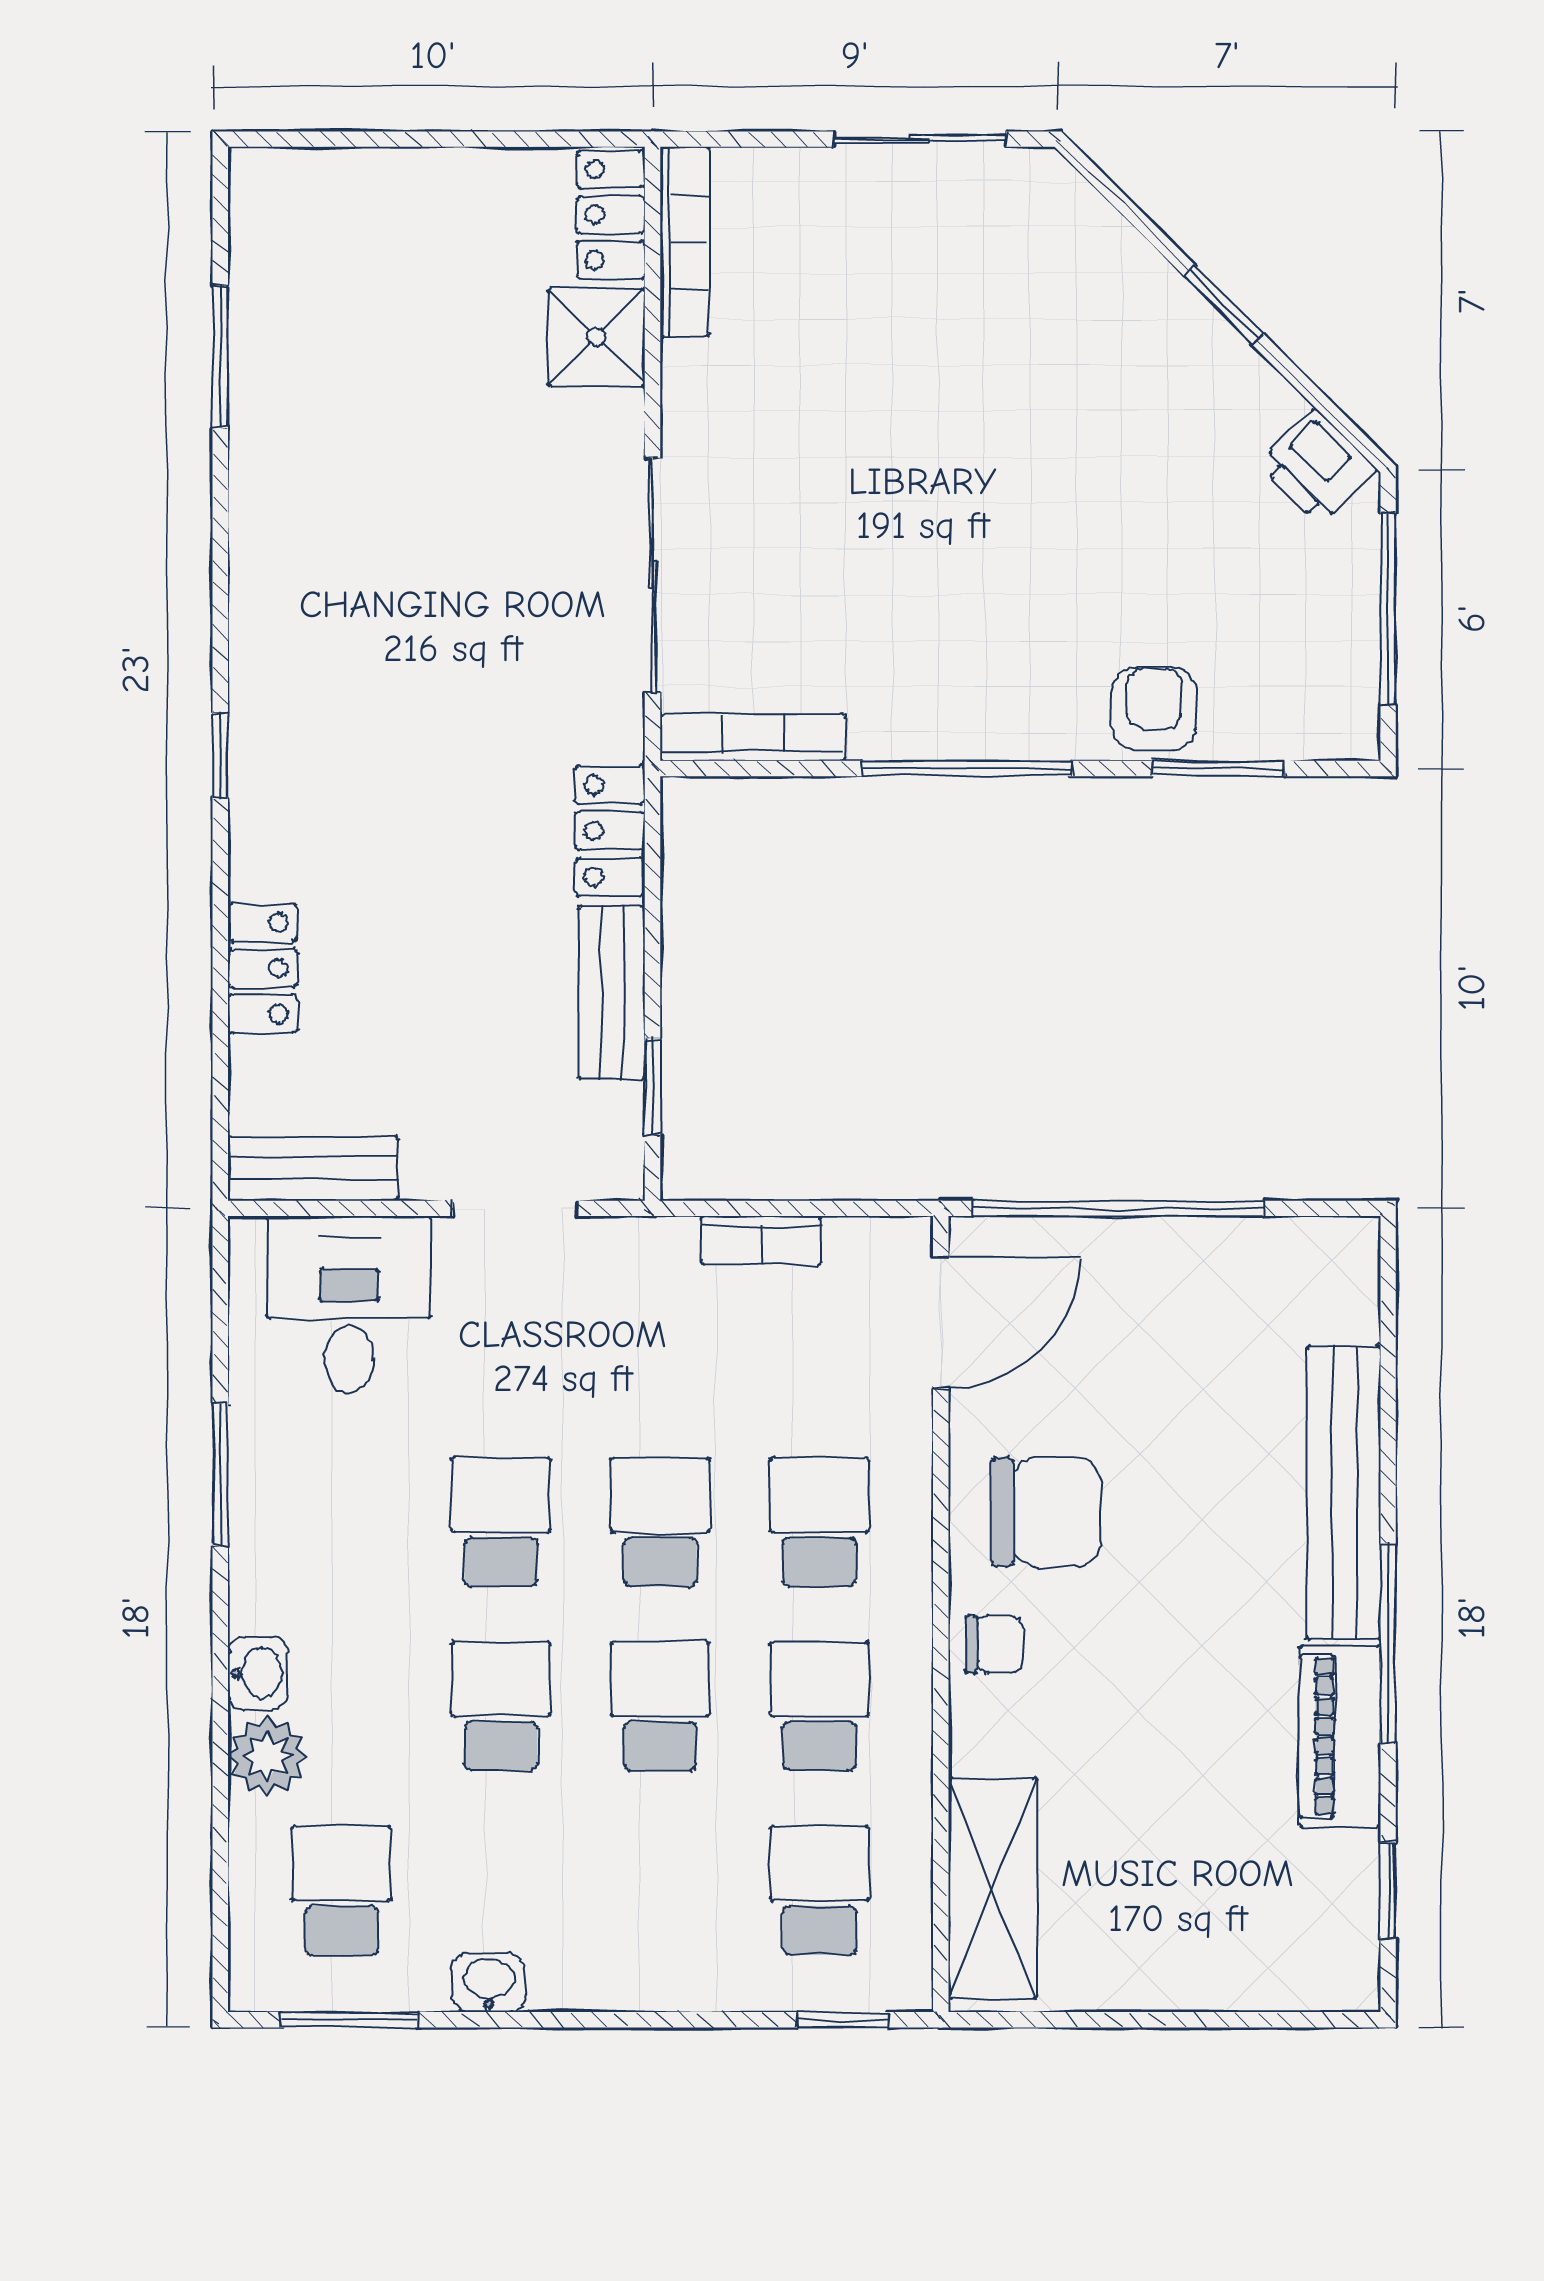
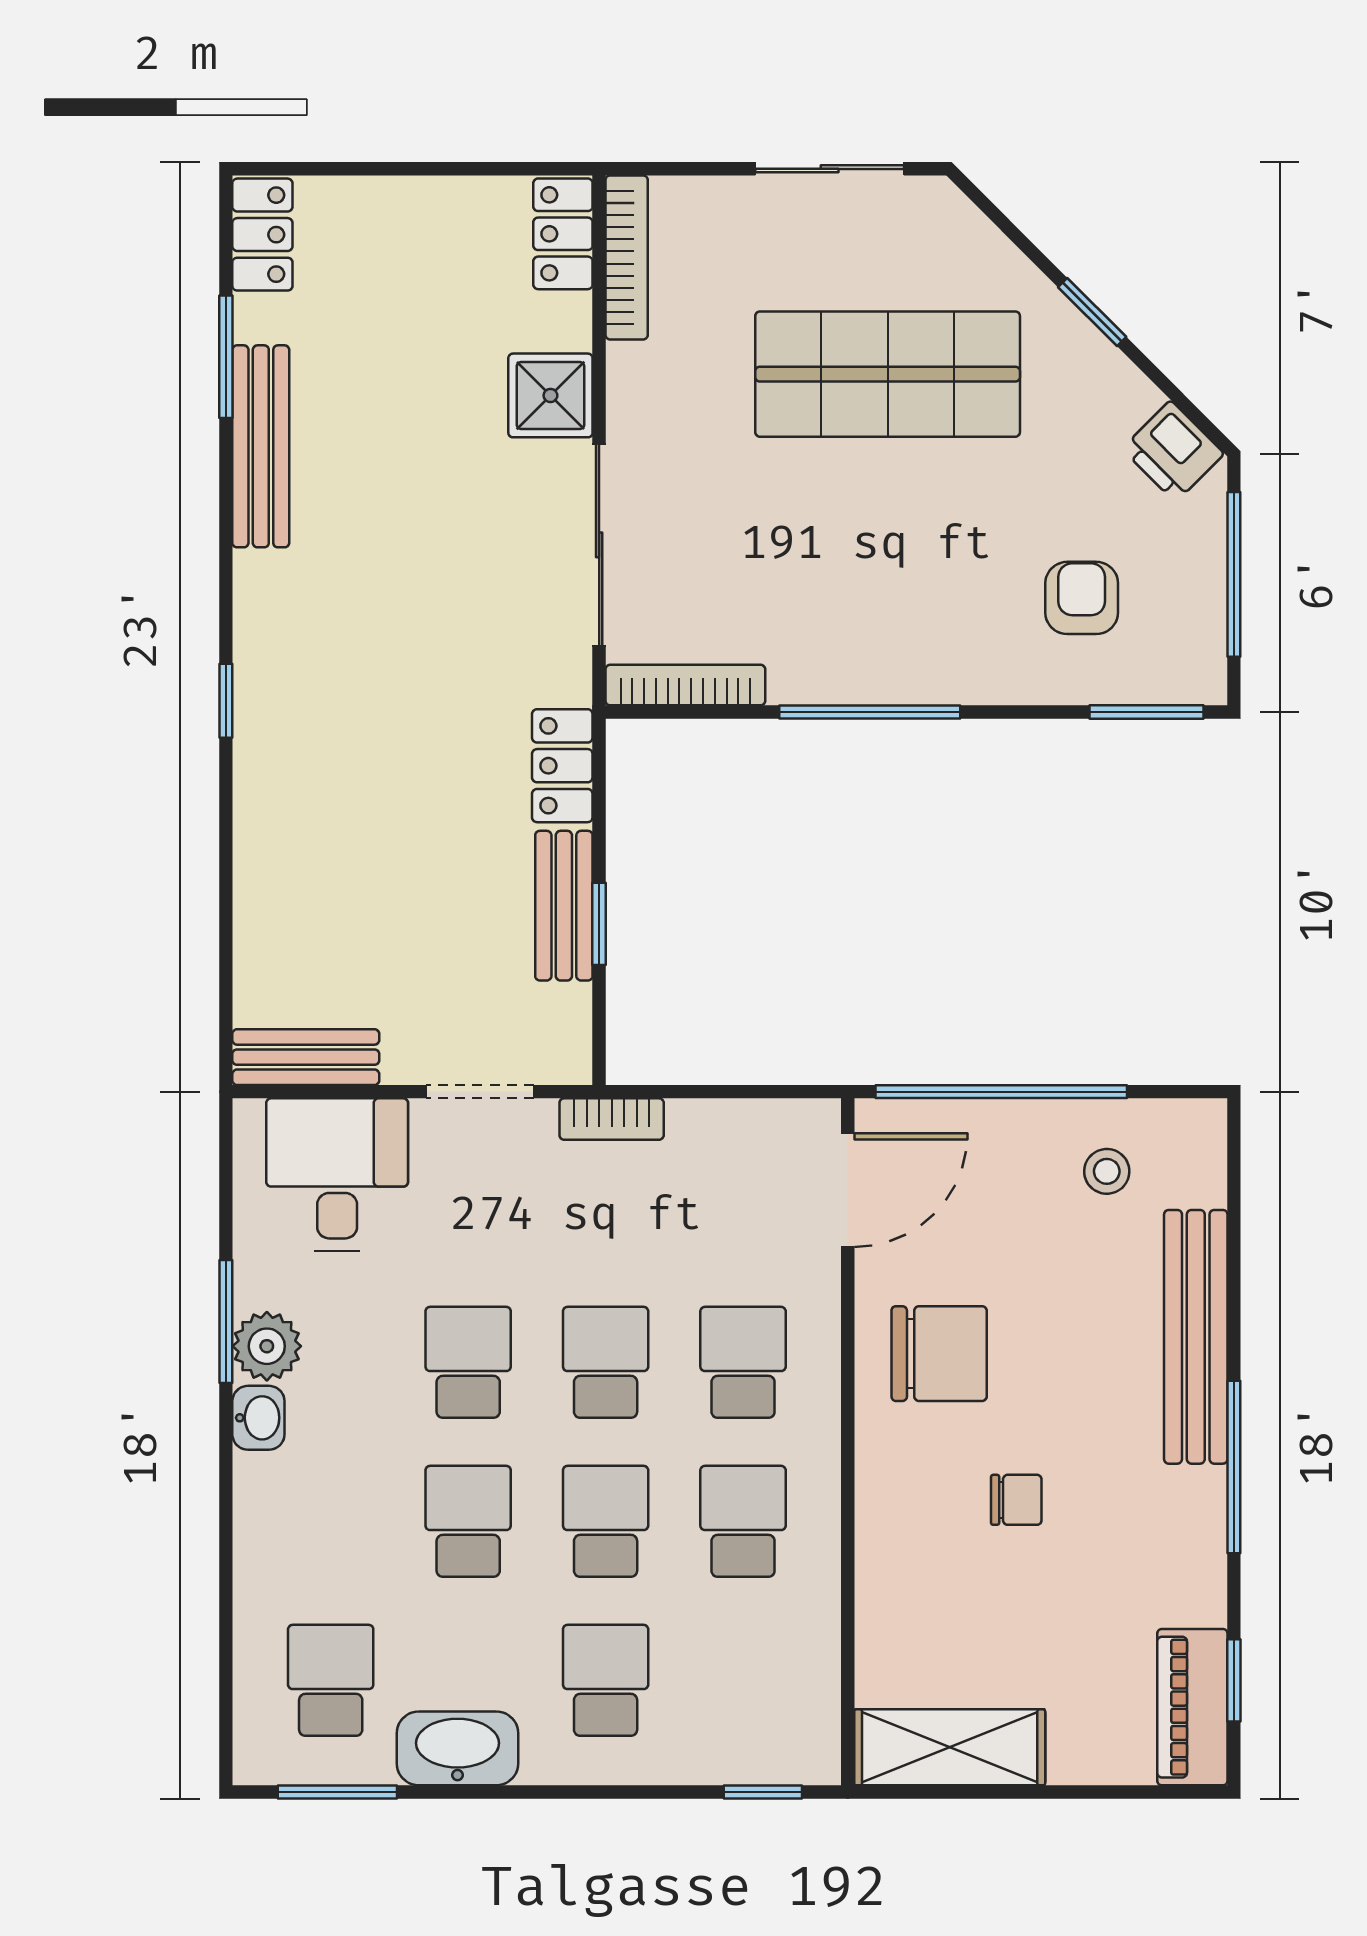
shower: (596, 337) -> (550, 395), moved
shop shelf: (987, 377) -> (888, 374), added
bench: (261, 461) -> (261, 446), added
armchair: (1154, 709) -> (1082, 598), moved
window: (1218, 769) -> (1147, 712), moved
locker: (263, 968) -> (262, 235), moved
window: (653, 1086) -> (599, 924), moved
bookcase: (761, 1240) -> (612, 1119), moved
stool: (1241, 1301) -> (1107, 1171), added
chair: (994, 1644) -> (1016, 1500), moved
washbasin: (258, 1673) -> (258, 1418), moved
piano: (1340, 1736) -> (1192, 1707), moved
plant: (268, 1756) -> (267, 1346), moved
shelving: (993, 1888) -> (950, 1747), moved, turned 90
school desk: (819, 1890) -> (606, 1680), moved
washbasin: (489, 1982) -> (457, 1748), width x1.91, depth x1.45

